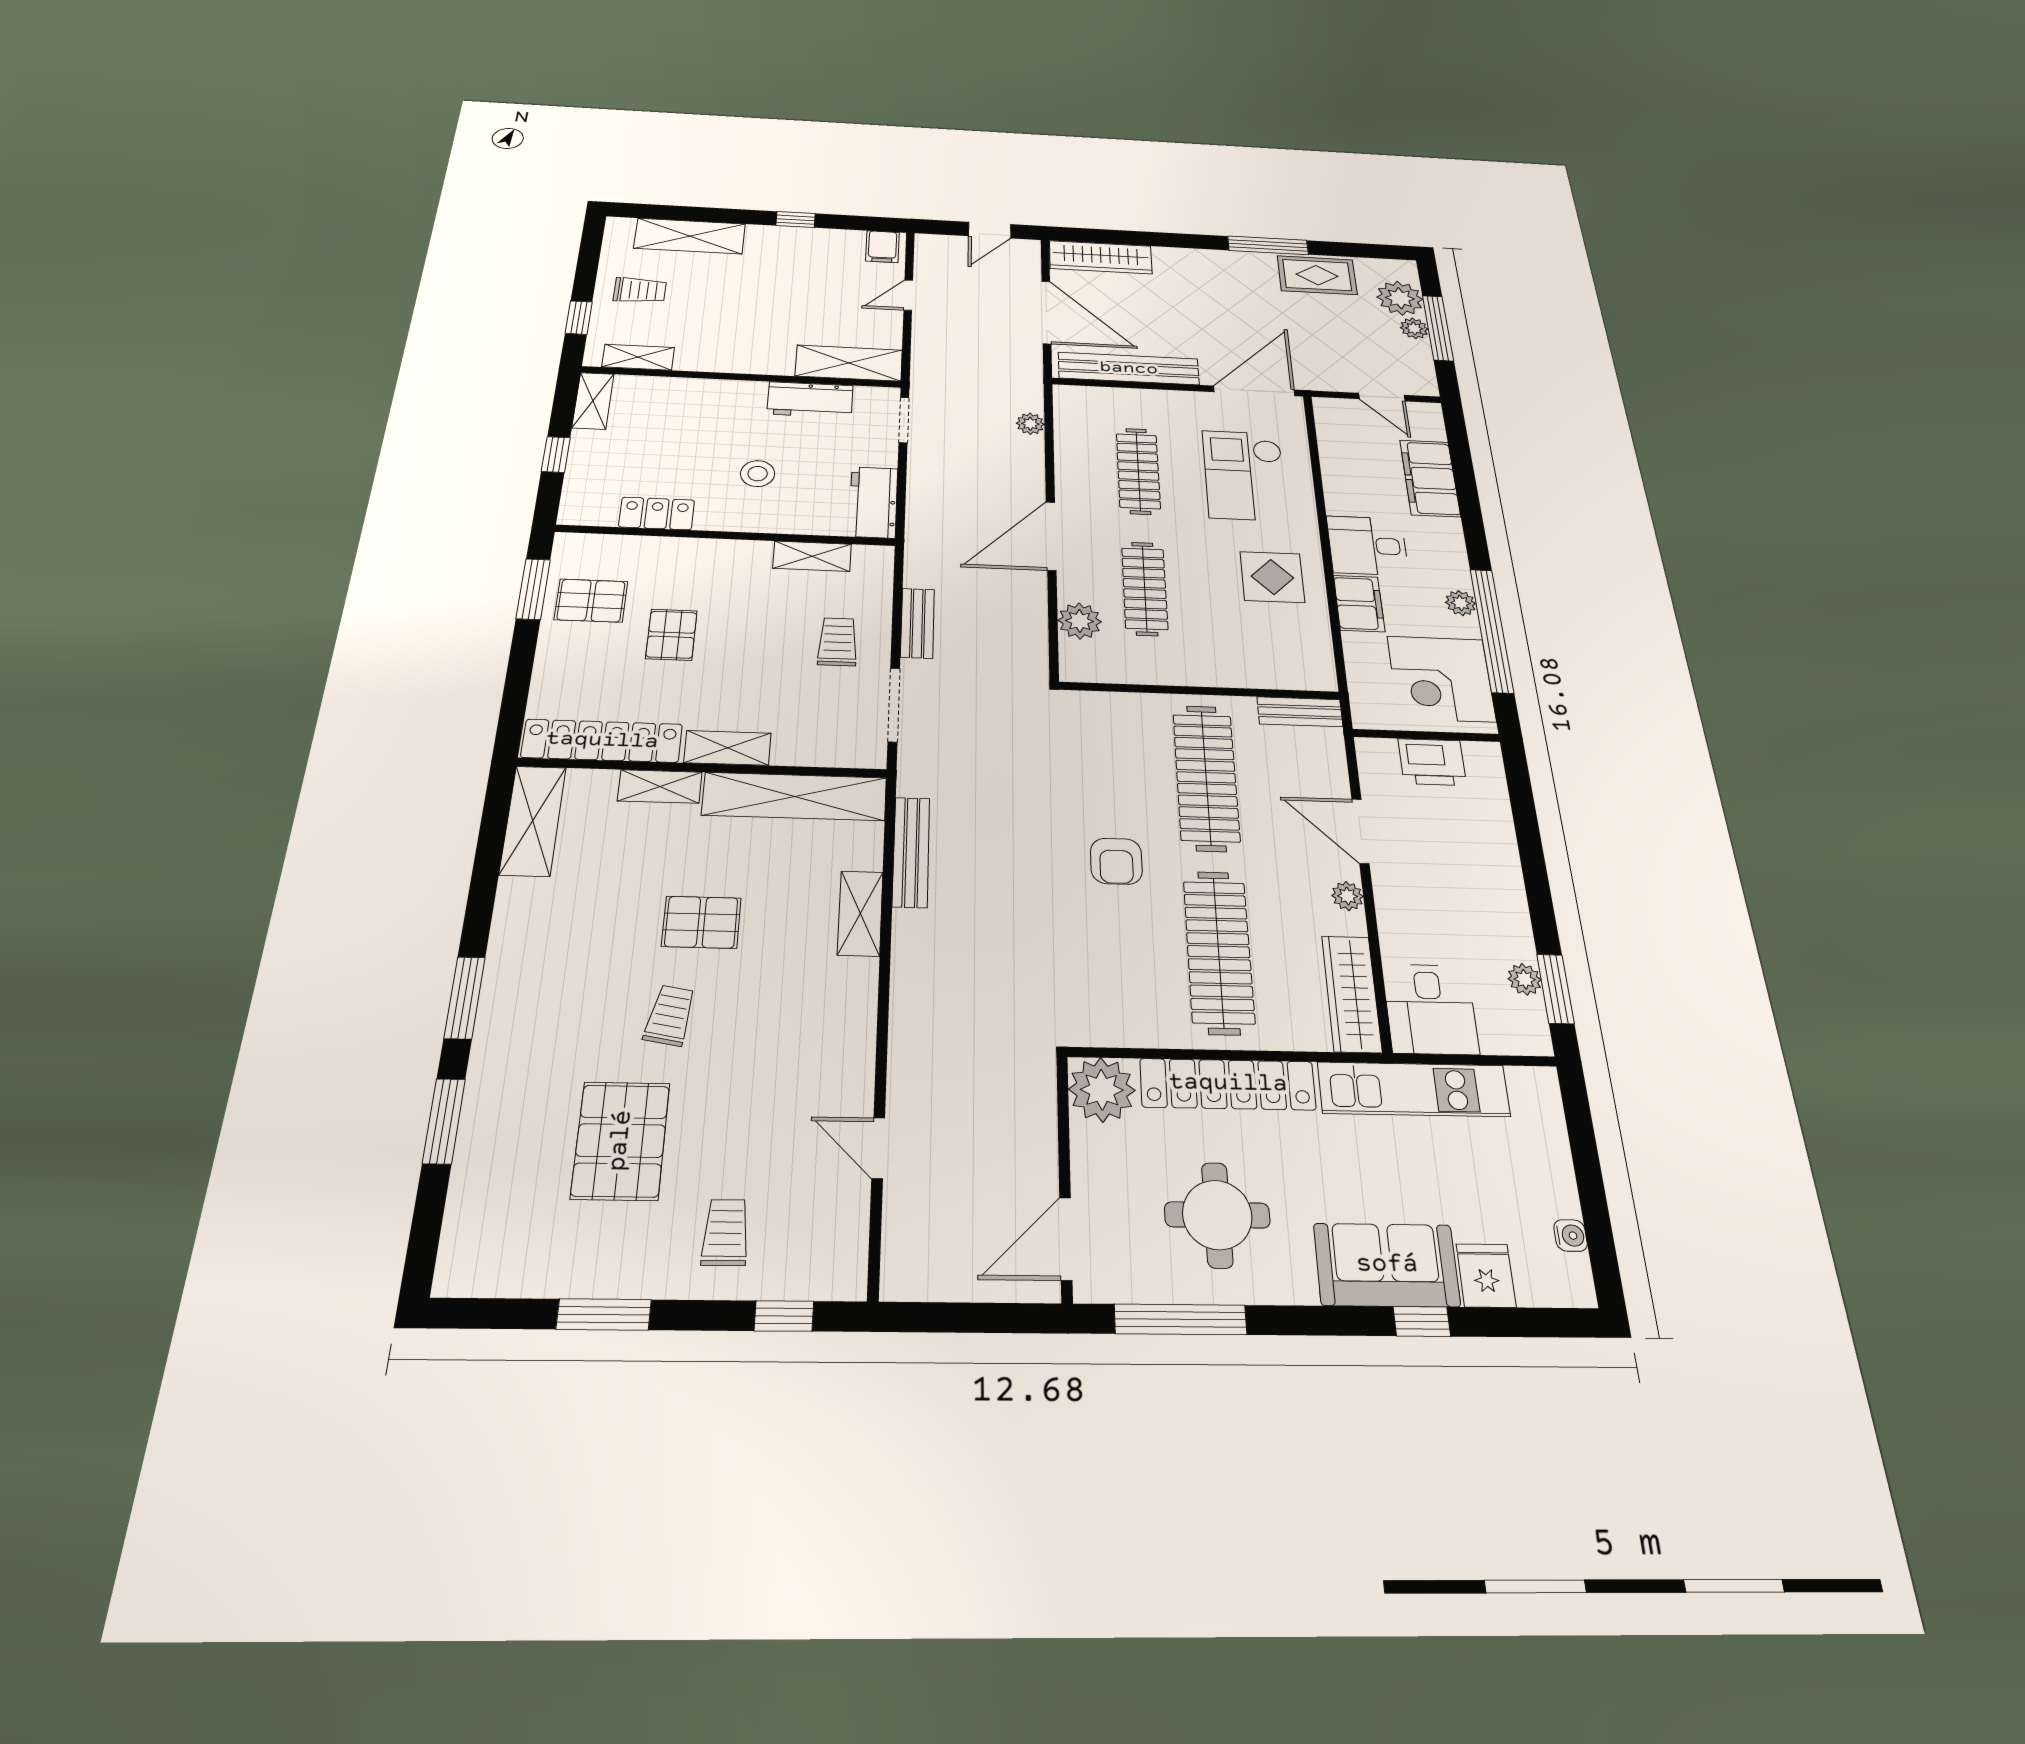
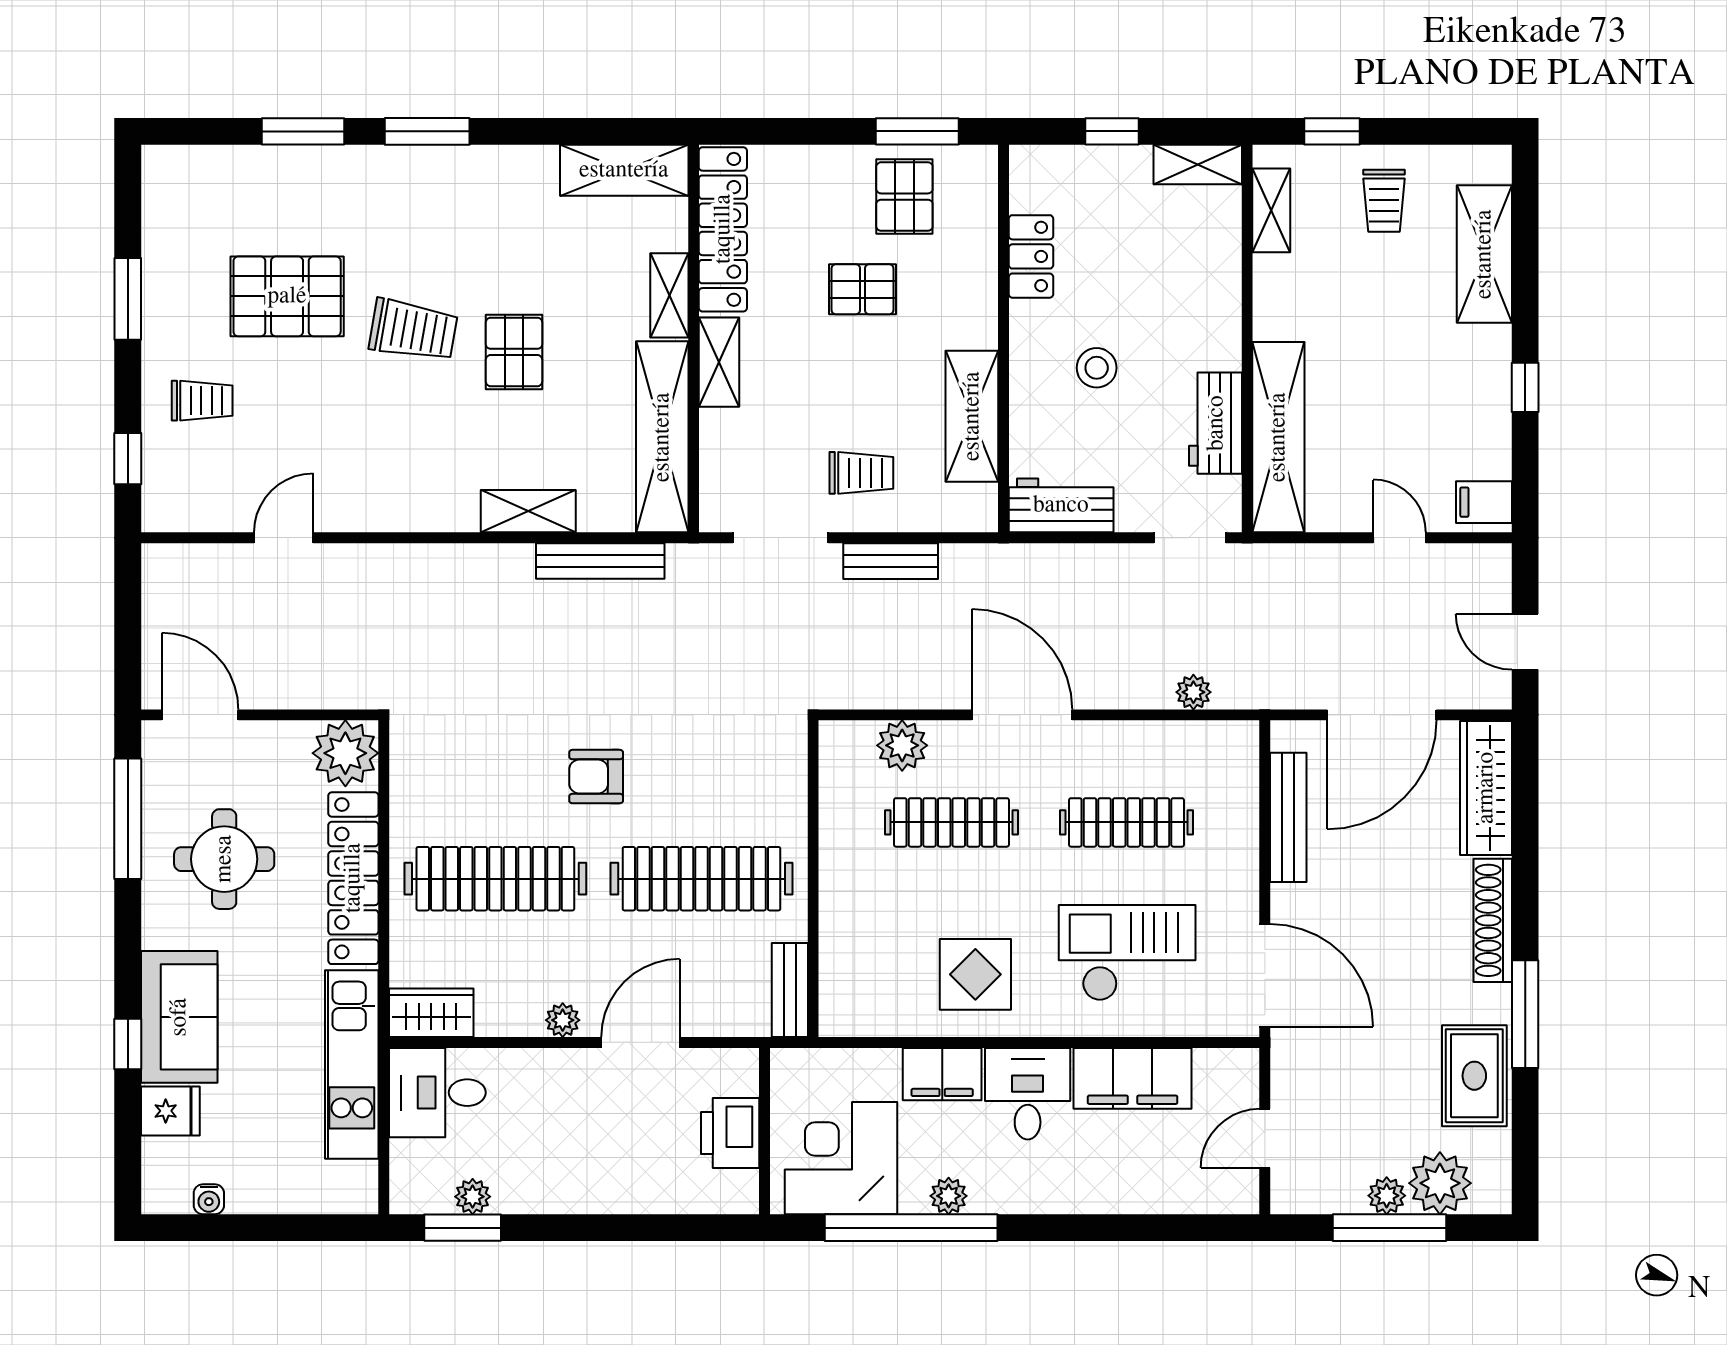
shoe rack: (1200, 259) -> (1493, 920), added
shelving: (849, 363) -> (1278, 437), width x1.47
bench: (1129, 369) -> (1288, 817), width x0.73, depth x0.82
filing cabinet: (1430, 478) -> (1133, 1078), moved, turned 180
shelving: (812, 556) -> (972, 416), width x1.50, depth x1.33
wardrobe: (1352, 994) -> (431, 1013), width x0.67
trolley: (670, 1015) -> (413, 330), width x1.36, depth x1.39

